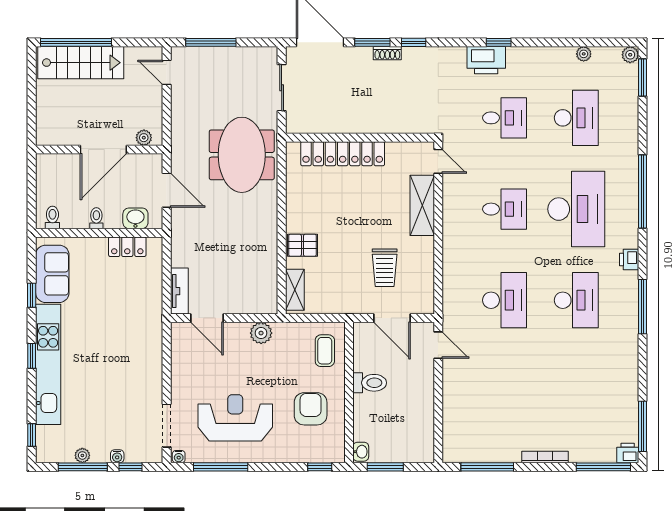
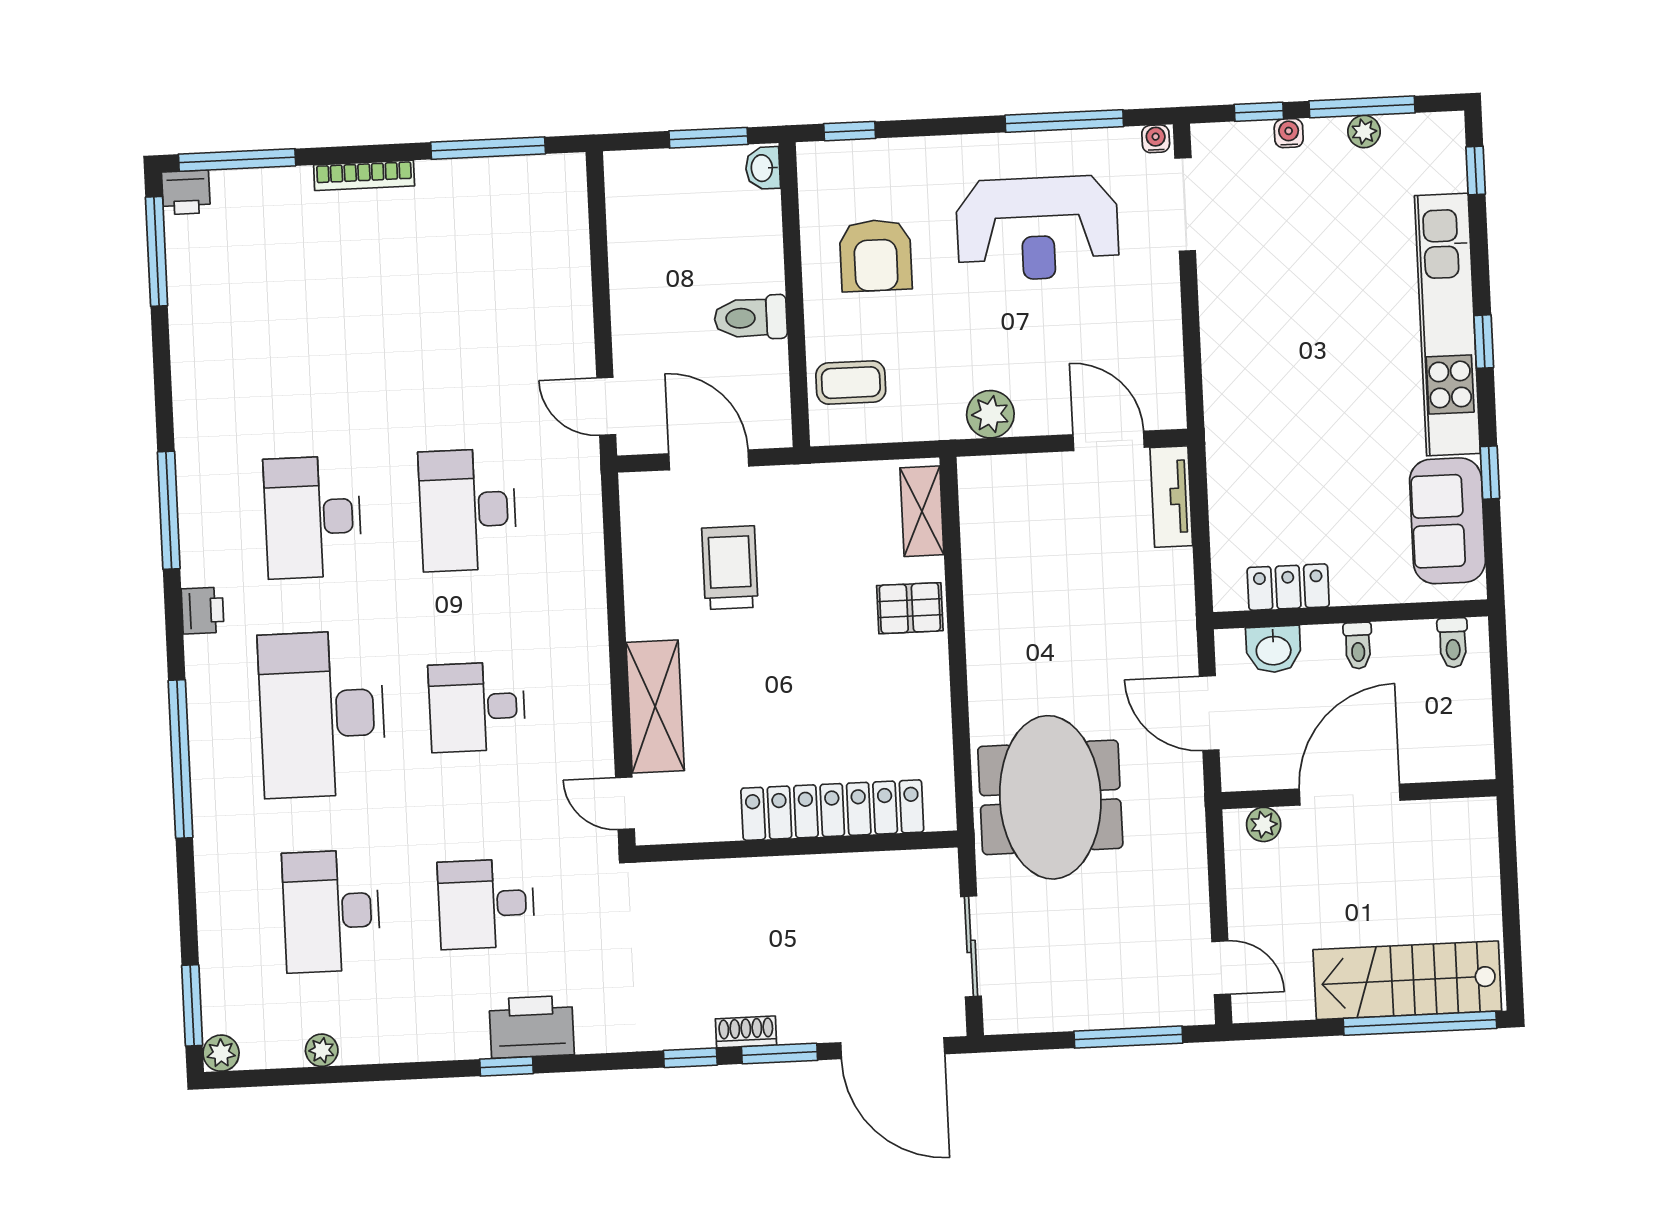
coffee table: (325, 351) -> (851, 383), turned 90

